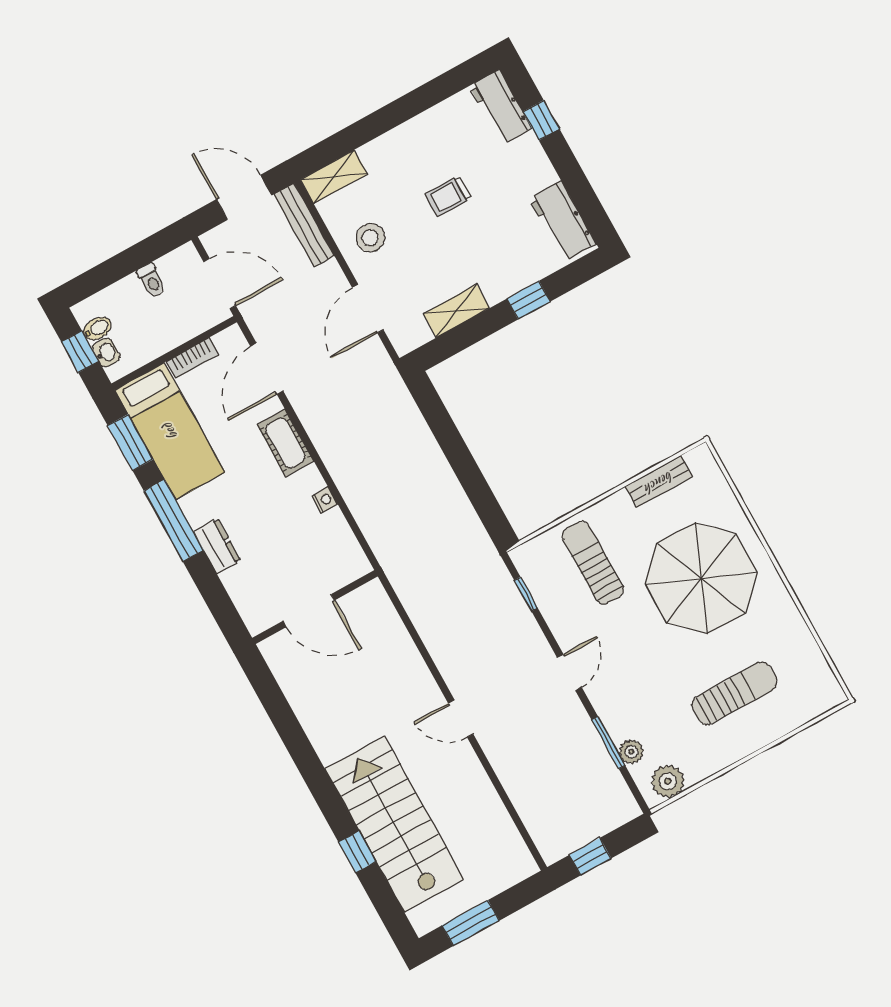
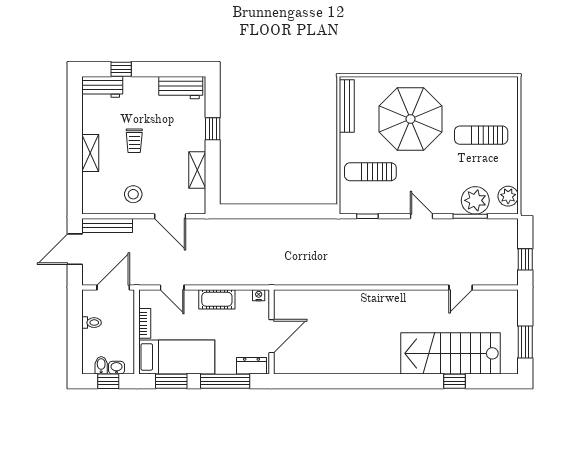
shelving: (334, 177) -> (90, 153), moved
door: (267, 369) -> (172, 287), width x0.73
bench: (659, 482) -> (347, 106), width x1.36
wall: (315, 607) -> (272, 332), moved
door: (309, 611) -> (272, 336), moved
sun lounger: (734, 693) -> (481, 135), turned -90
door: (461, 718) -> (461, 287), moved
plant: (631, 752) -> (475, 200), width x1.88, depth x1.88

